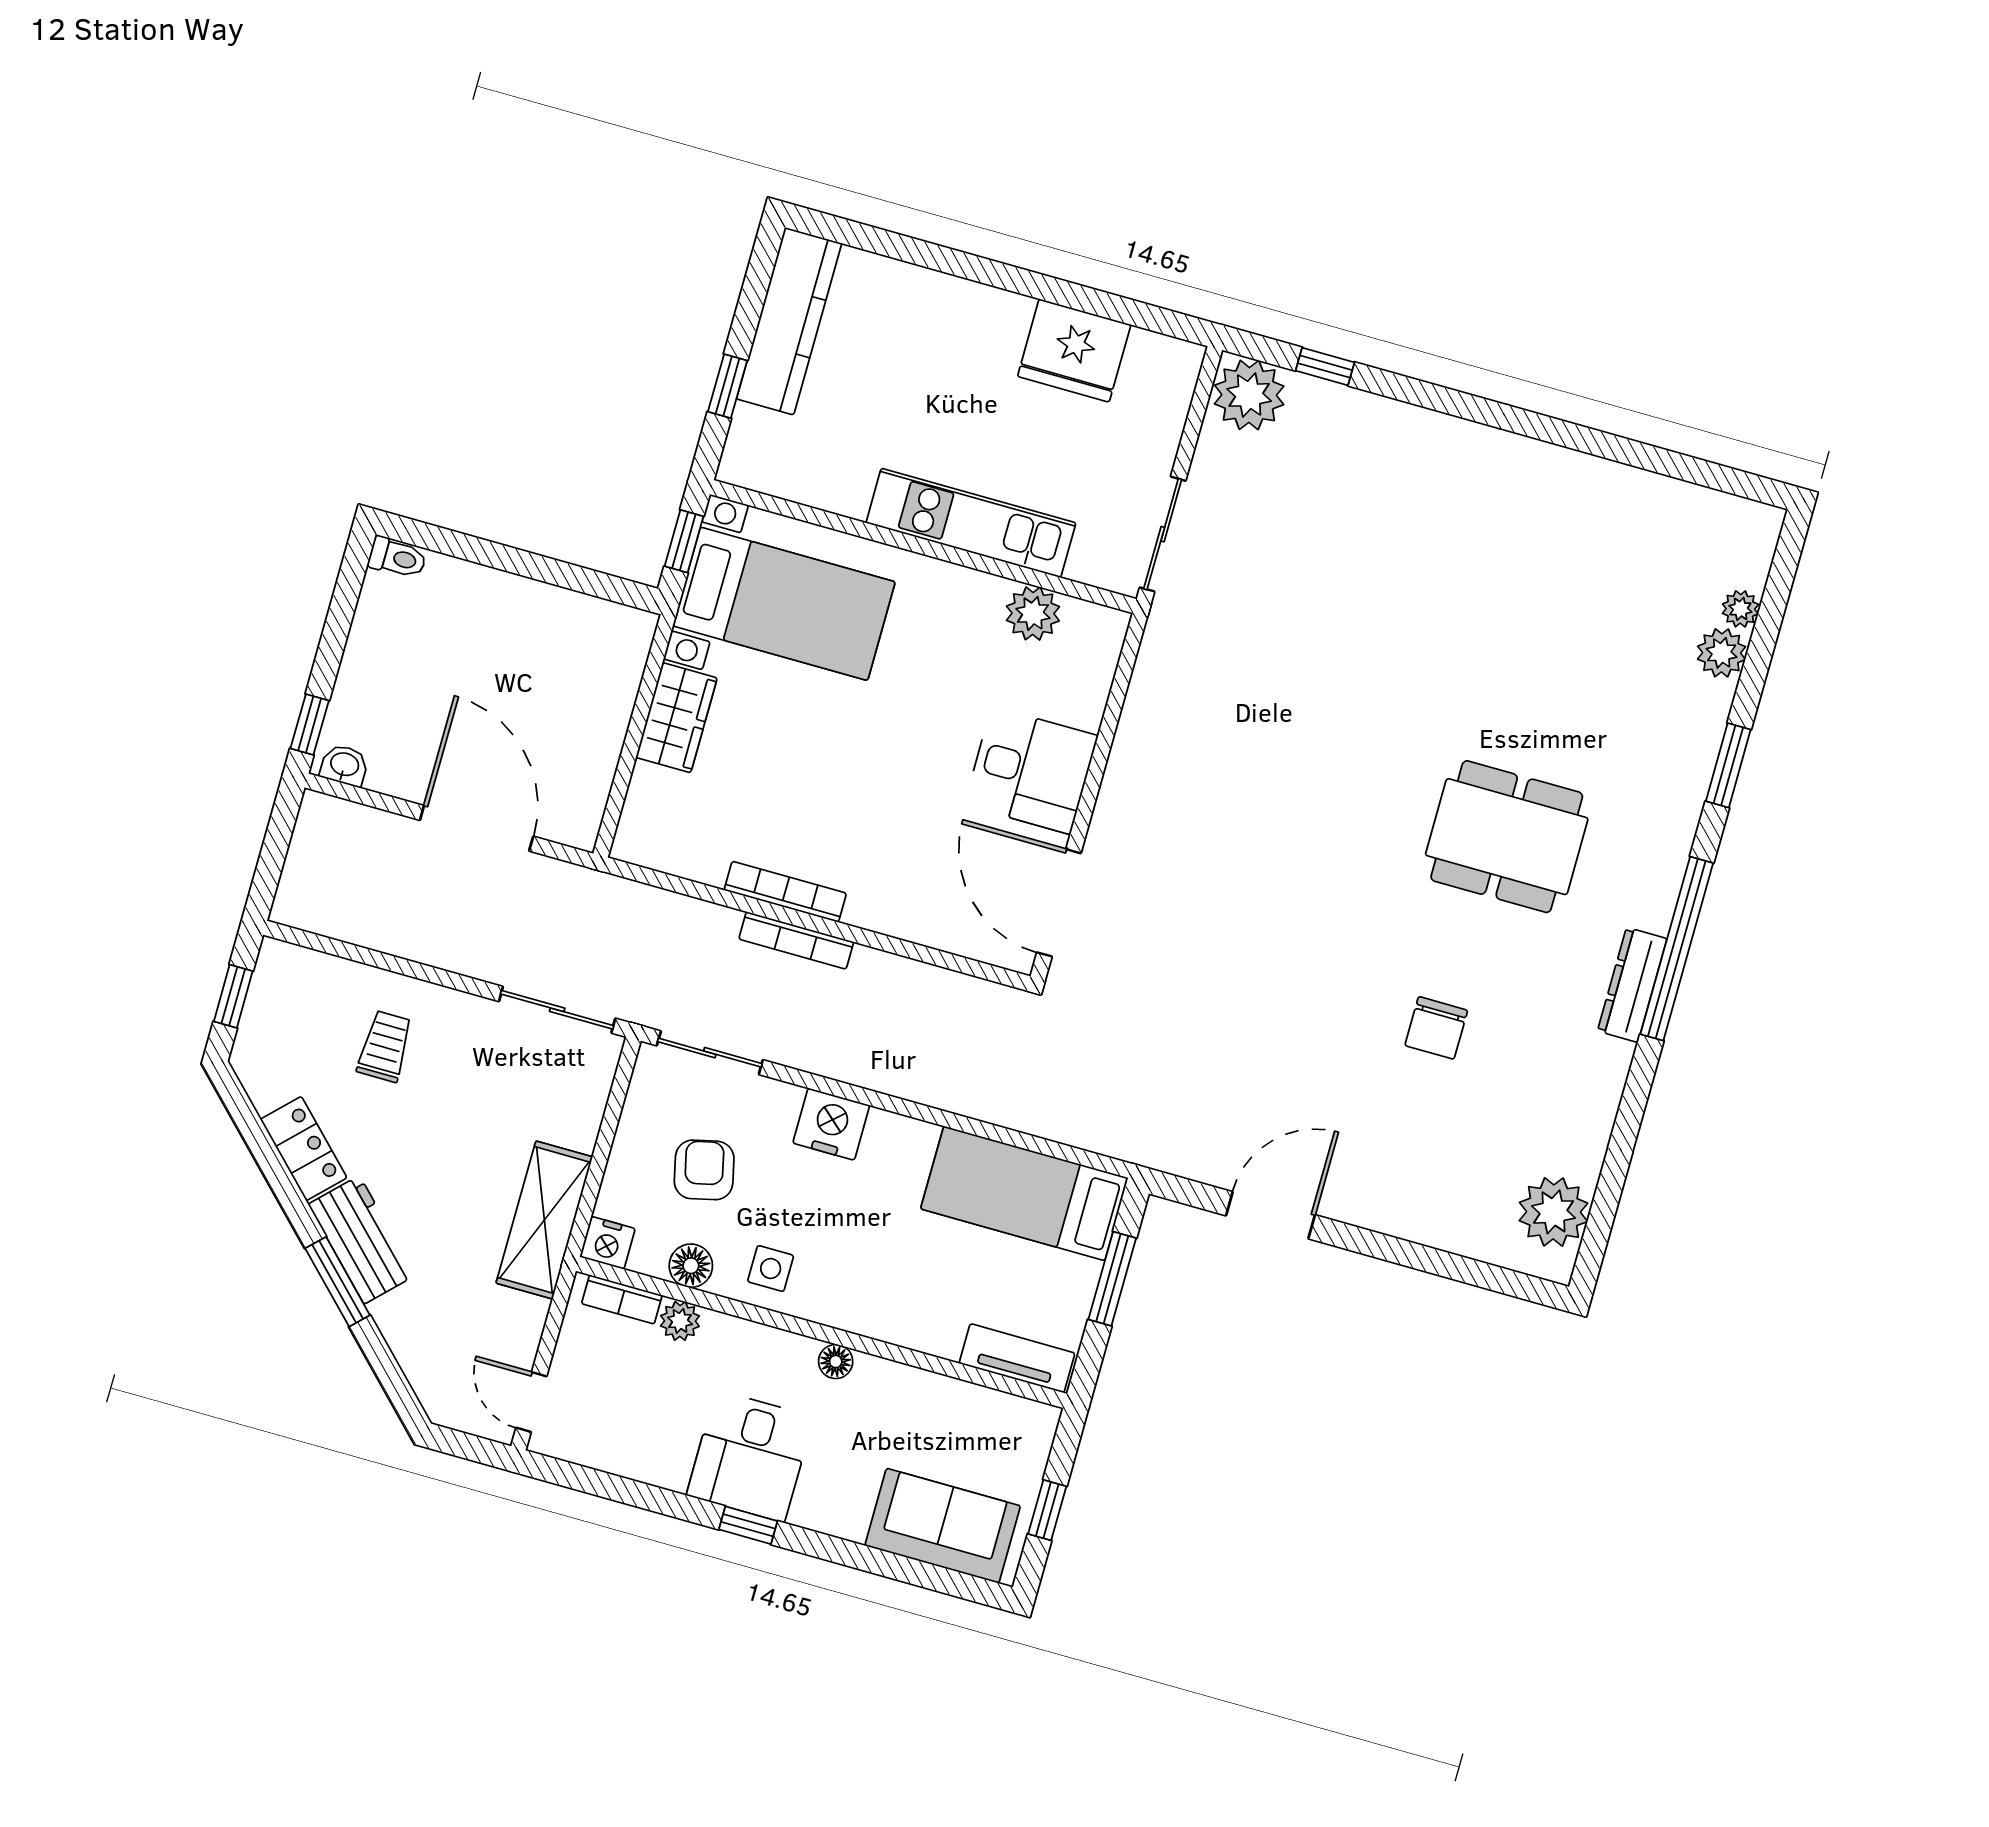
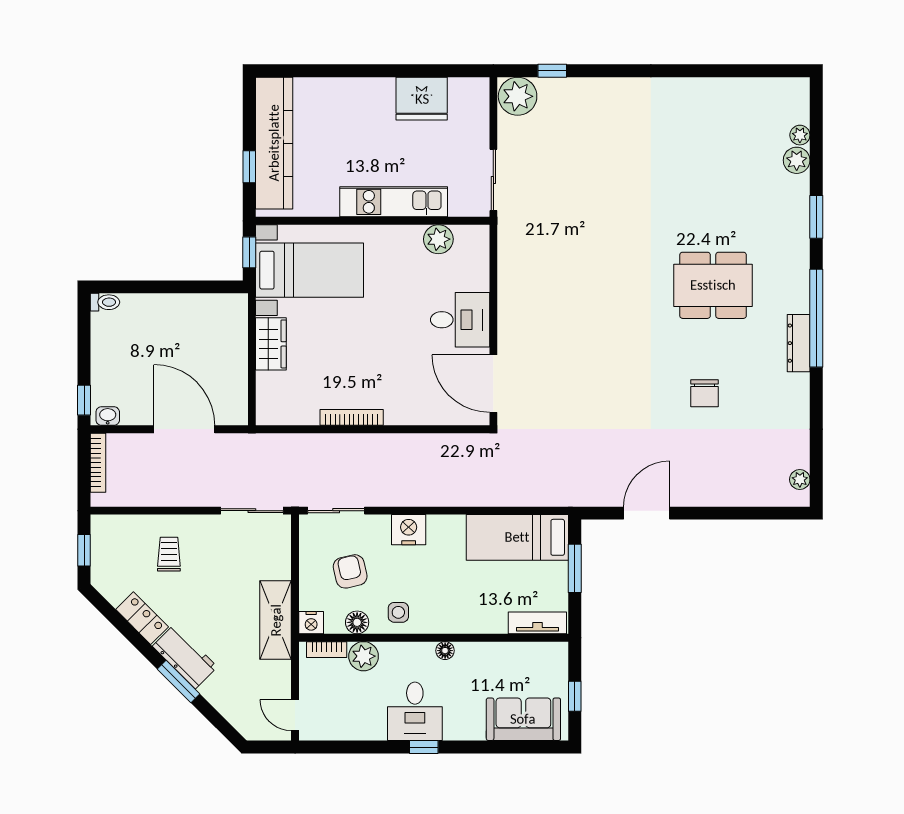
kitchen counter: (789, 321) -> (274, 143), width x1.39, depth x1.17
bookcase: (796, 940) -> (98, 463), moved, turned -90
plant: (1553, 1212) -> (800, 480), width x0.53, depth x0.53
plant: (680, 1321) -> (364, 656), width x1.38, depth x1.38

